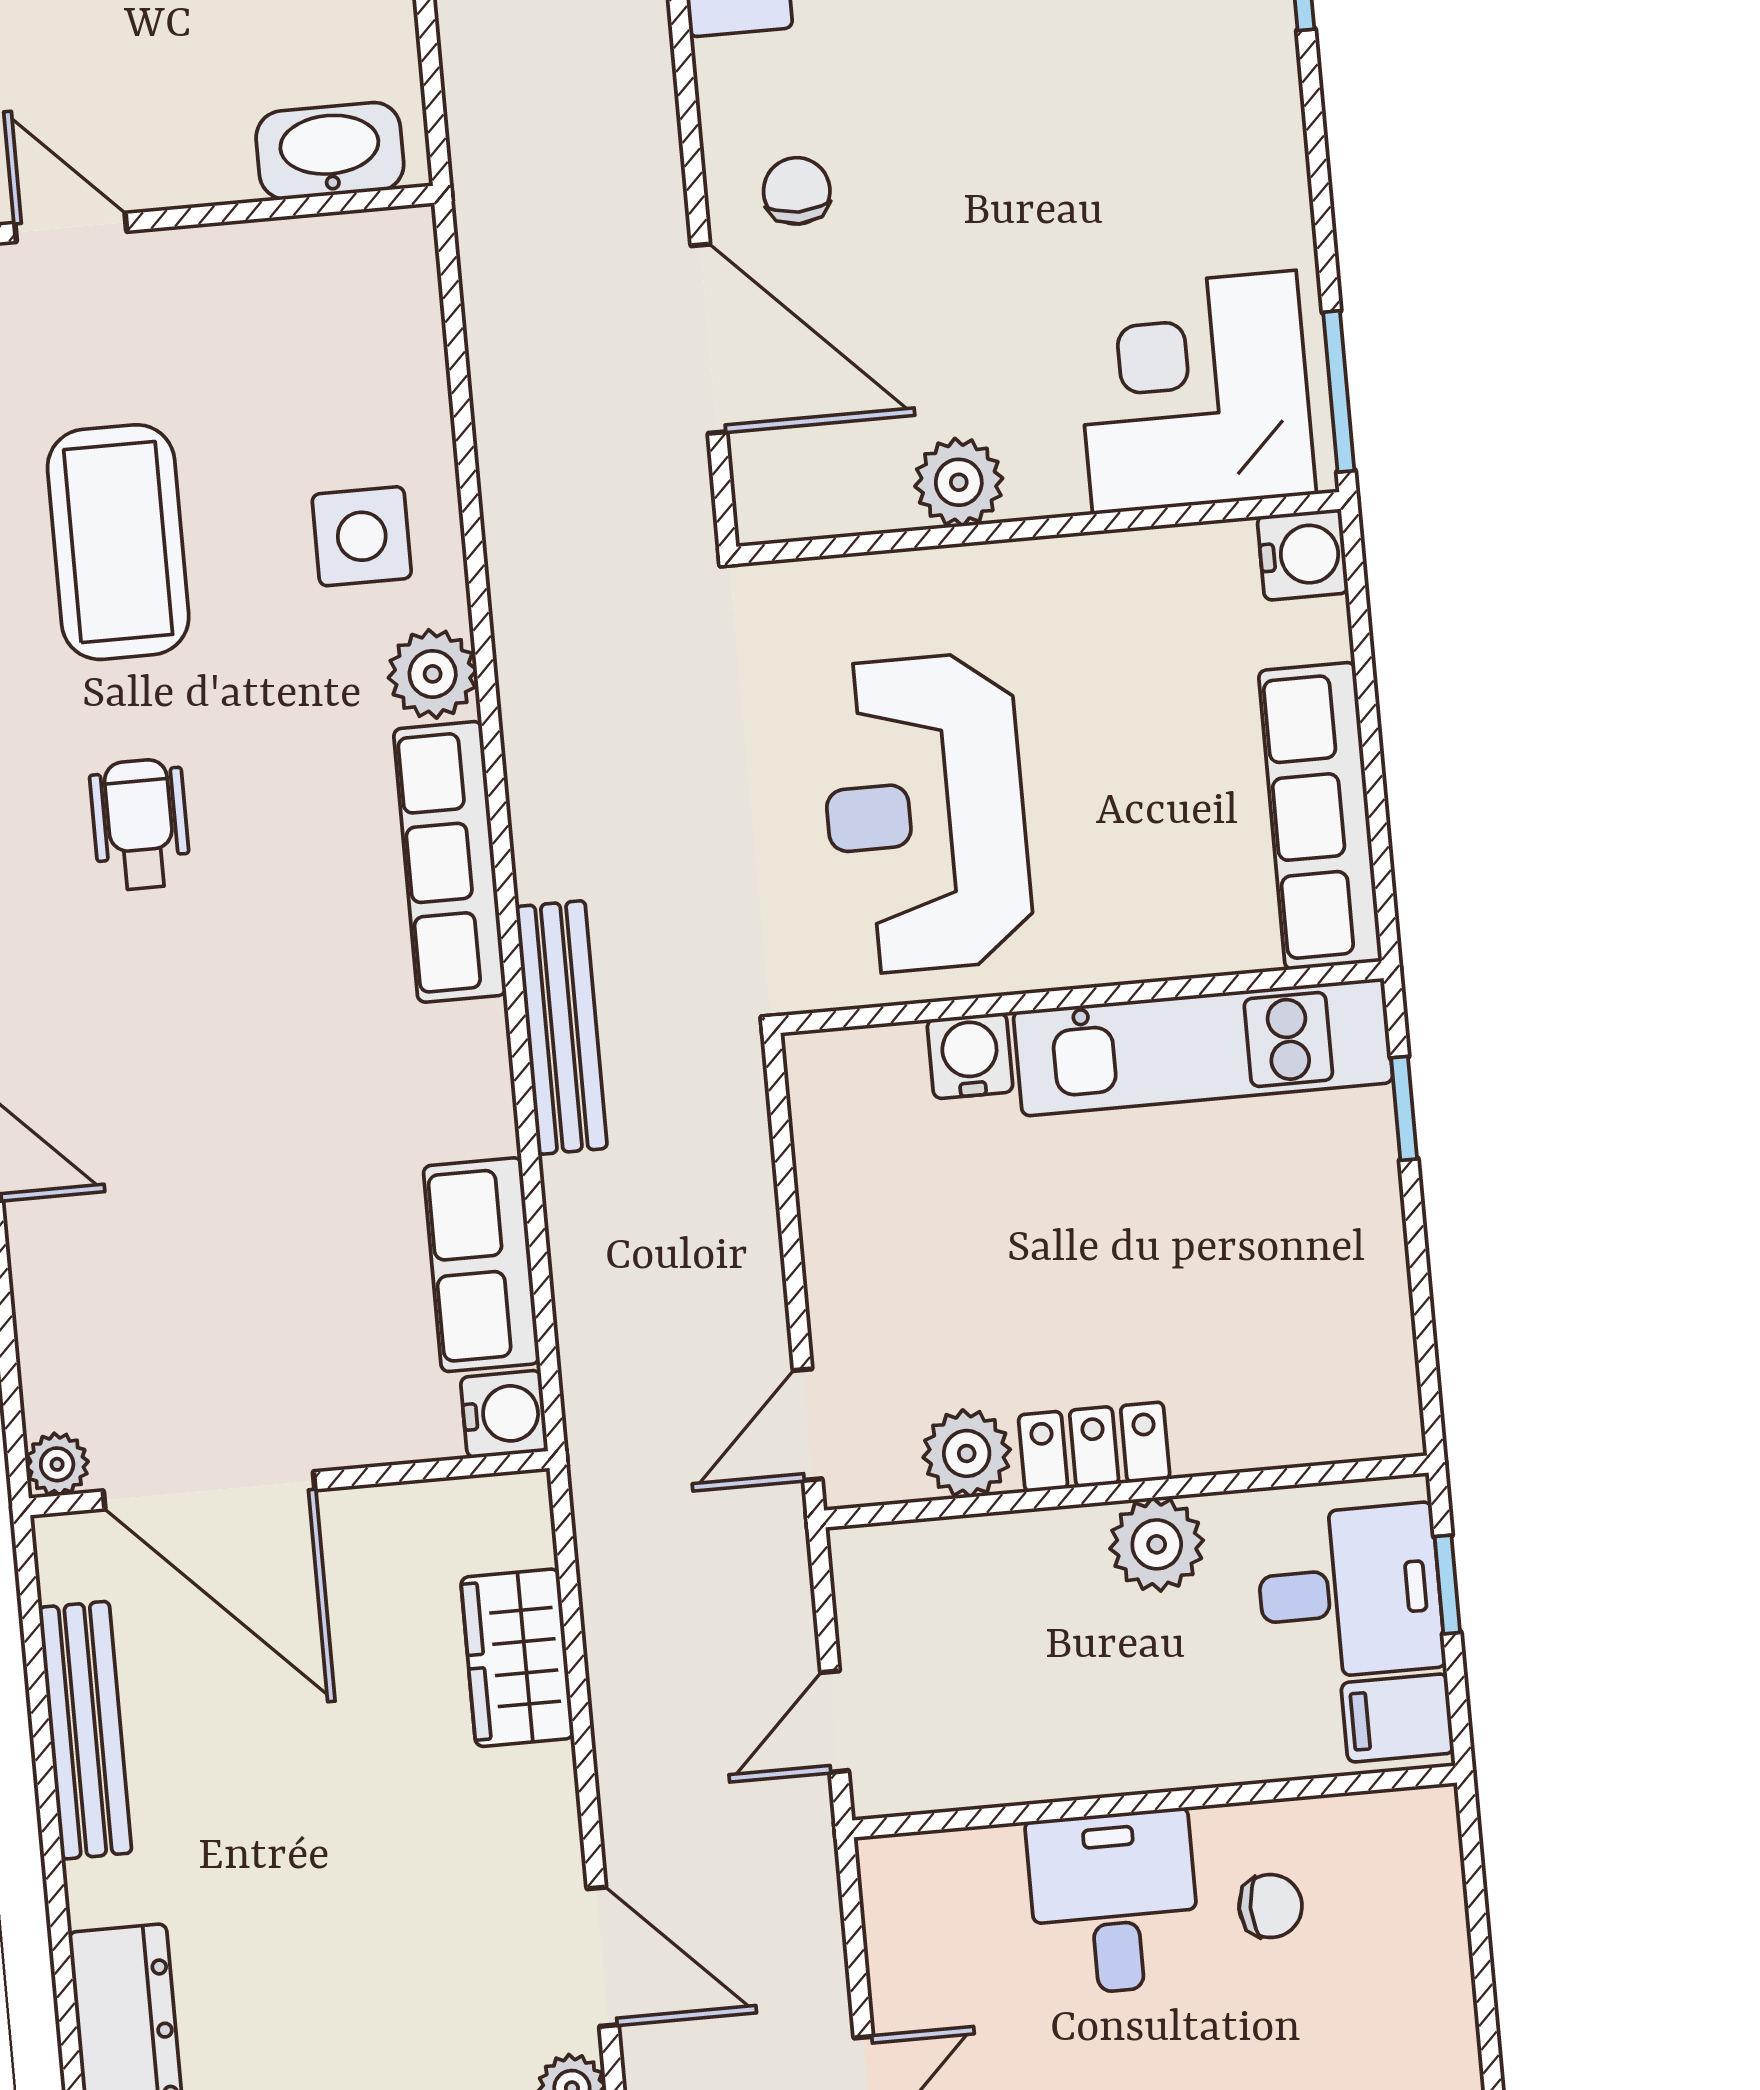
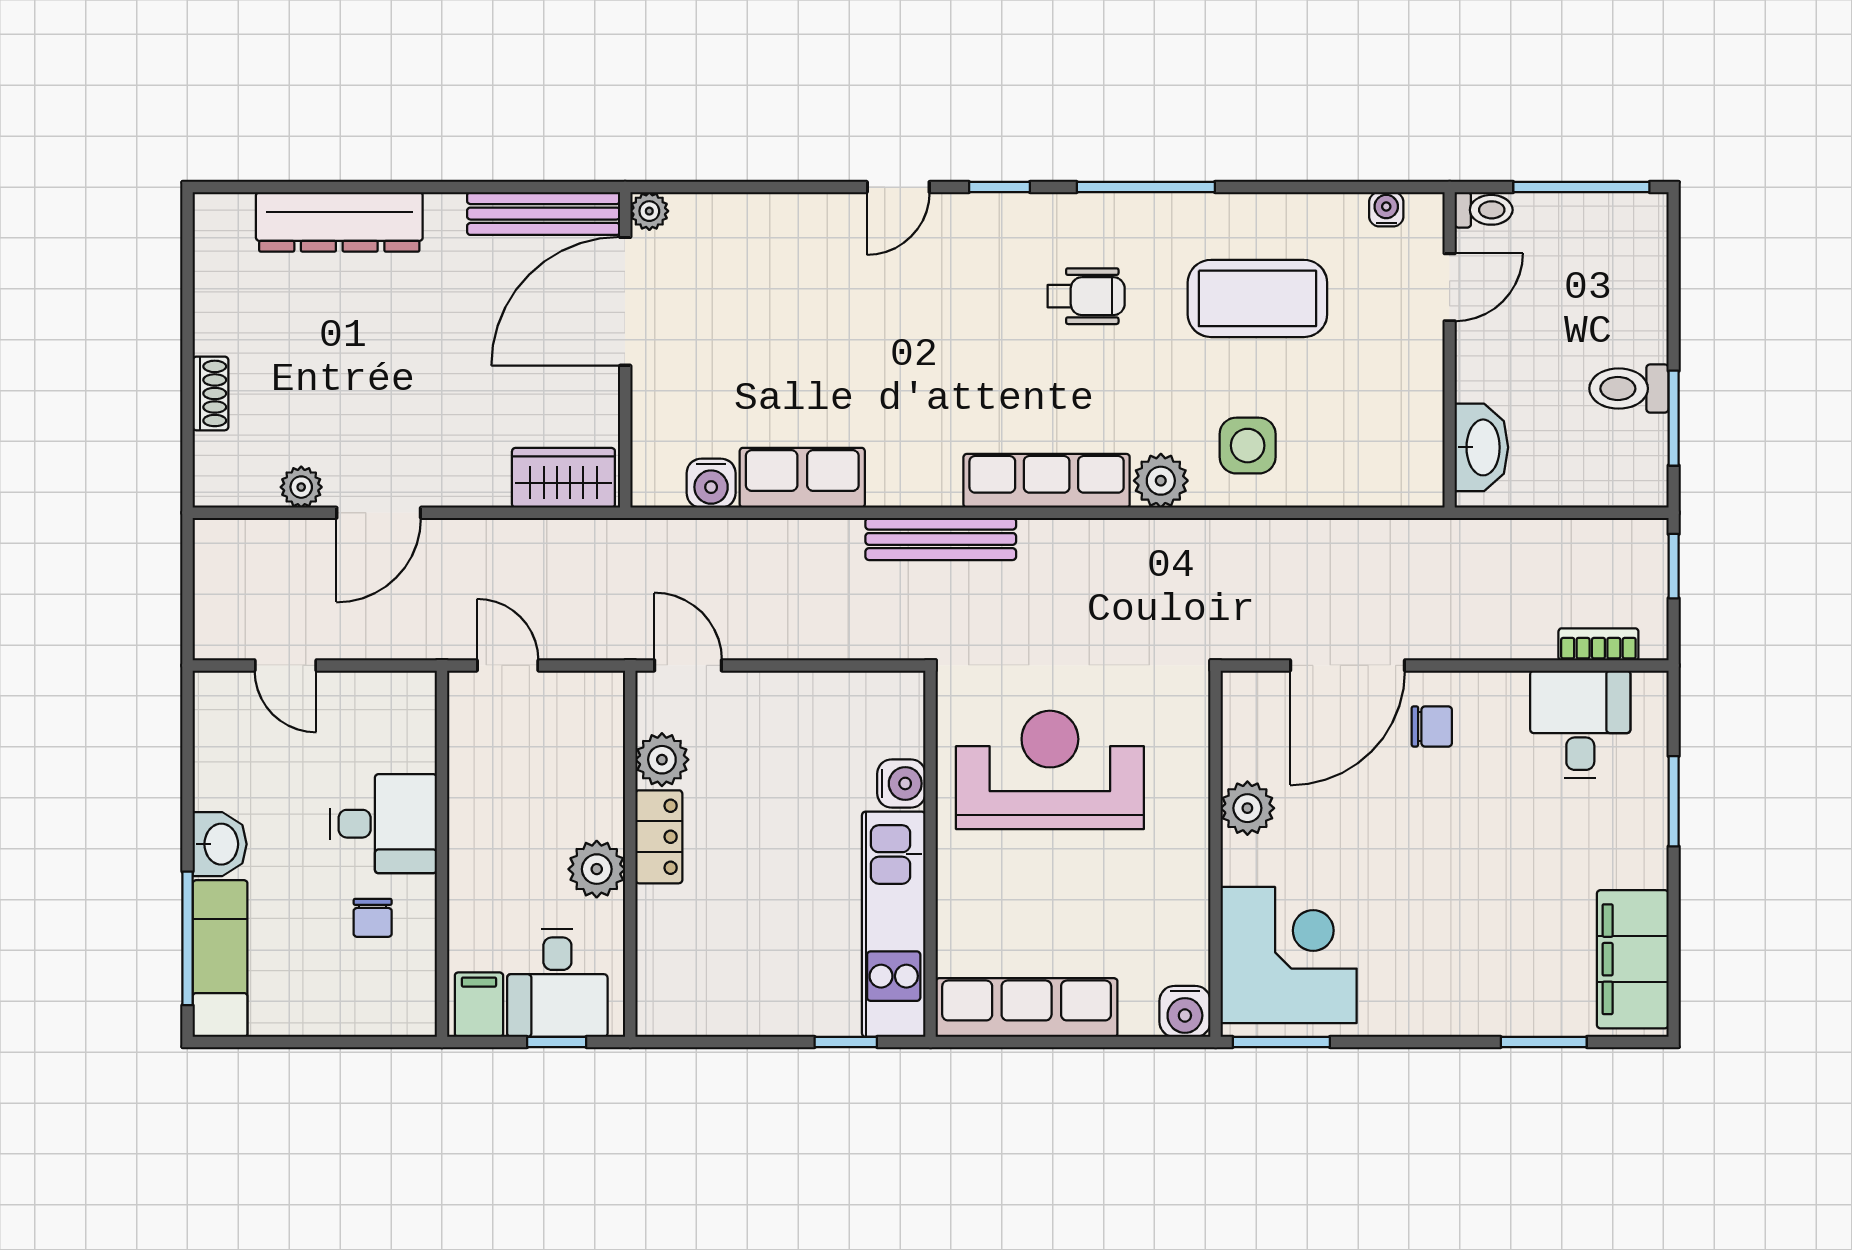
plant: (57, 1464) -> (649, 211), moved
wall: (289, 1483) -> (625, 350), moved
door: (209, 1490) -> (625, 301), moved

